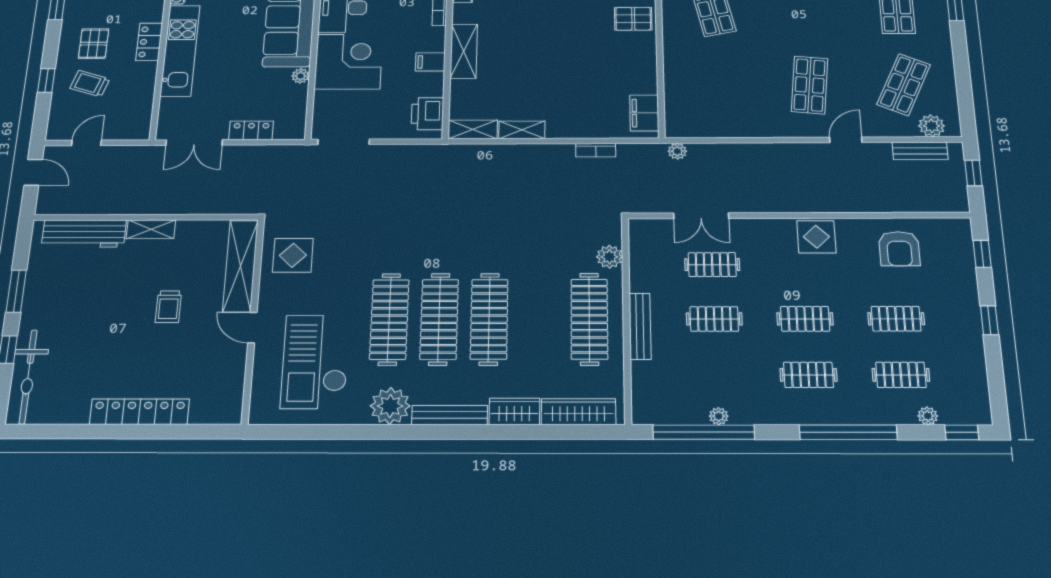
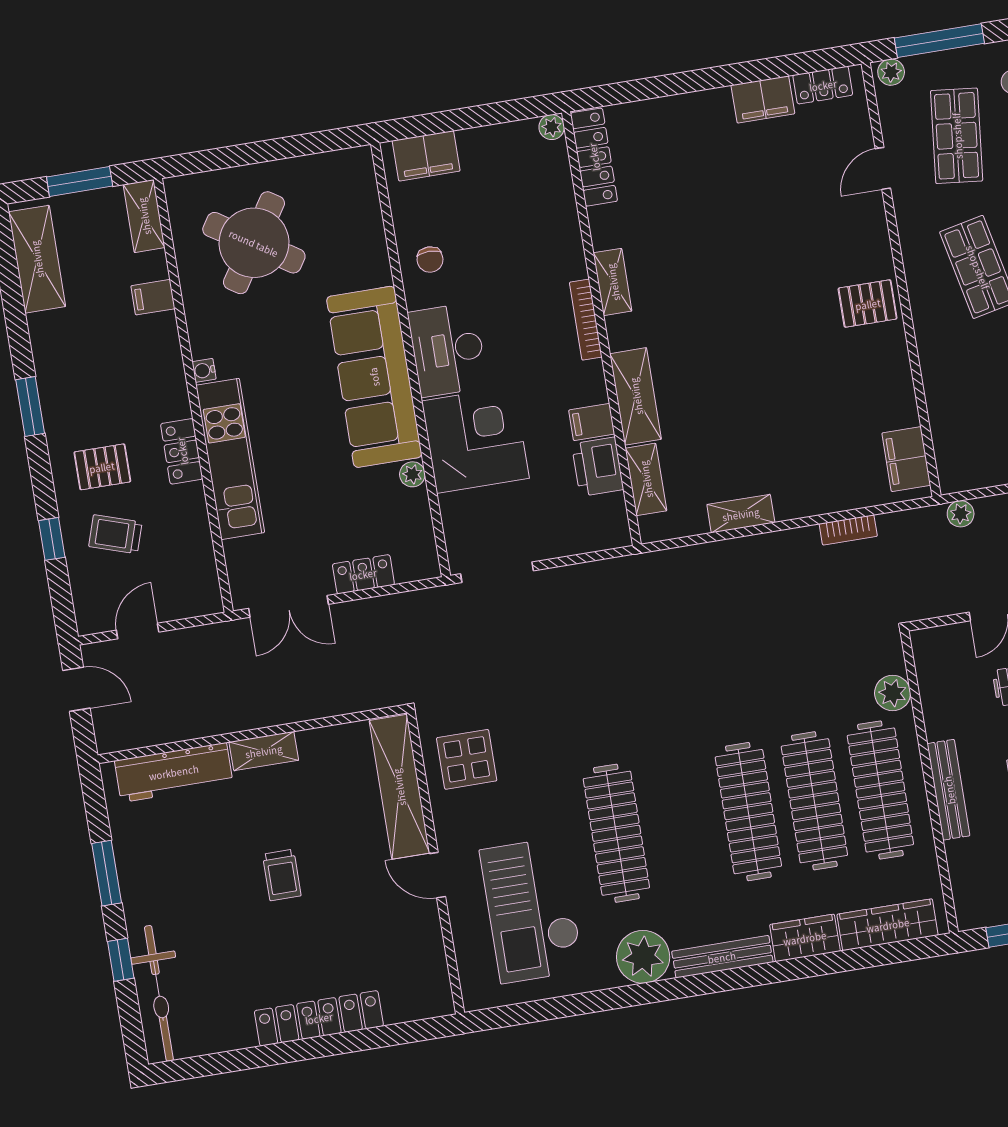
pallet: (94, 44) -> (102, 467), turned 90
printer: (427, 114) -> (598, 467), moved
shelving: (473, 129) -> (646, 479), moved, turned 90
trolley: (168, 307) -> (282, 875), moved
clothes rail: (439, 319) -> (814, 801), moved

